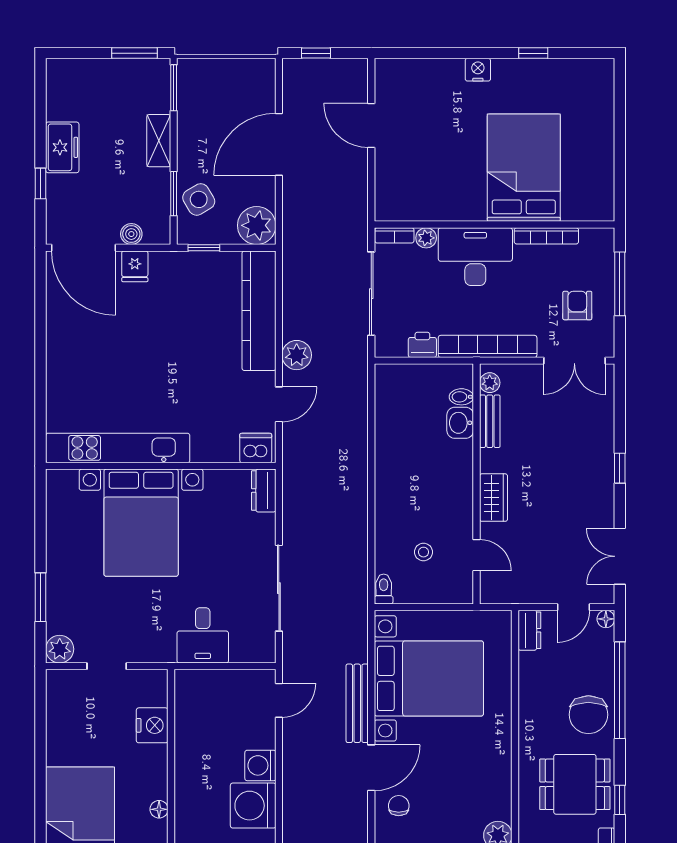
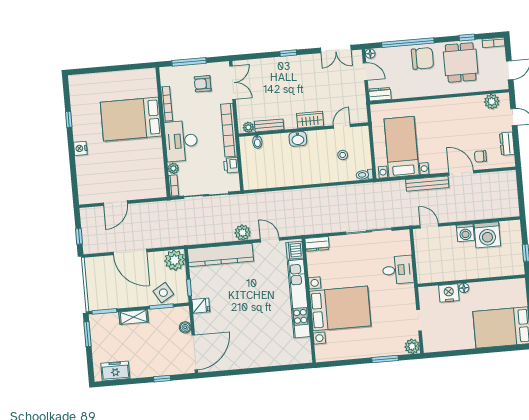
freezer: (62, 147) -> (115, 371), moved
fridge: (135, 266) -> (201, 306), moved
washbasin: (460, 423) -> (298, 139), moved
kitchen unit: (118, 448) -> (299, 299), moved
bed with nightstands: (429, 678) -> (402, 147), width x0.73
floor lamp: (159, 809) -> (464, 288), moved

